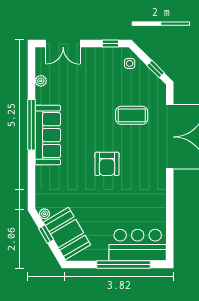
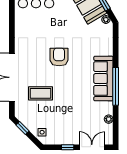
window: (110, 43) -> (68, 147), moved

